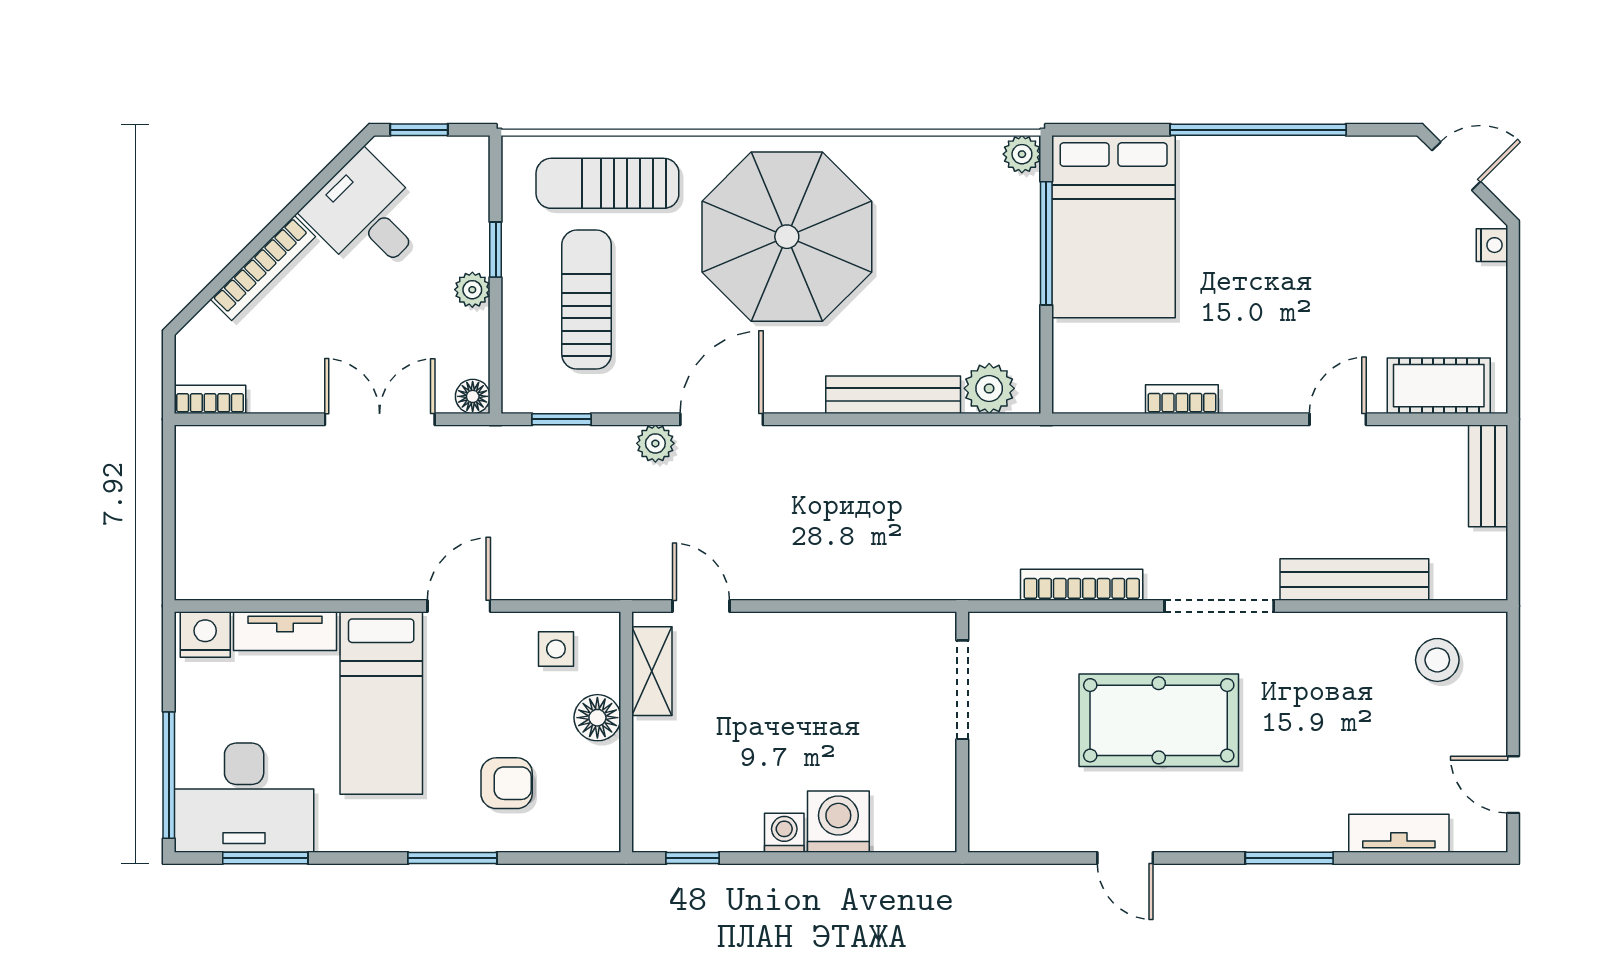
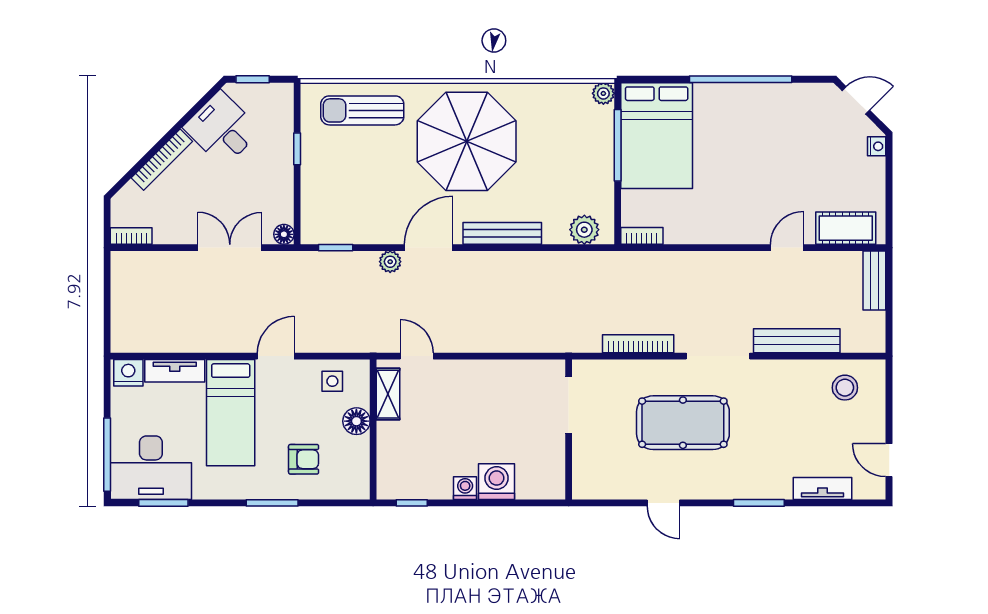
plant: (472, 290) -> (284, 172), removed
sun lounger: (587, 300) -> (350, 178), removed
bench: (893, 395) -> (502, 233), moved
bookcase: (1182, 399) -> (642, 236), moved

